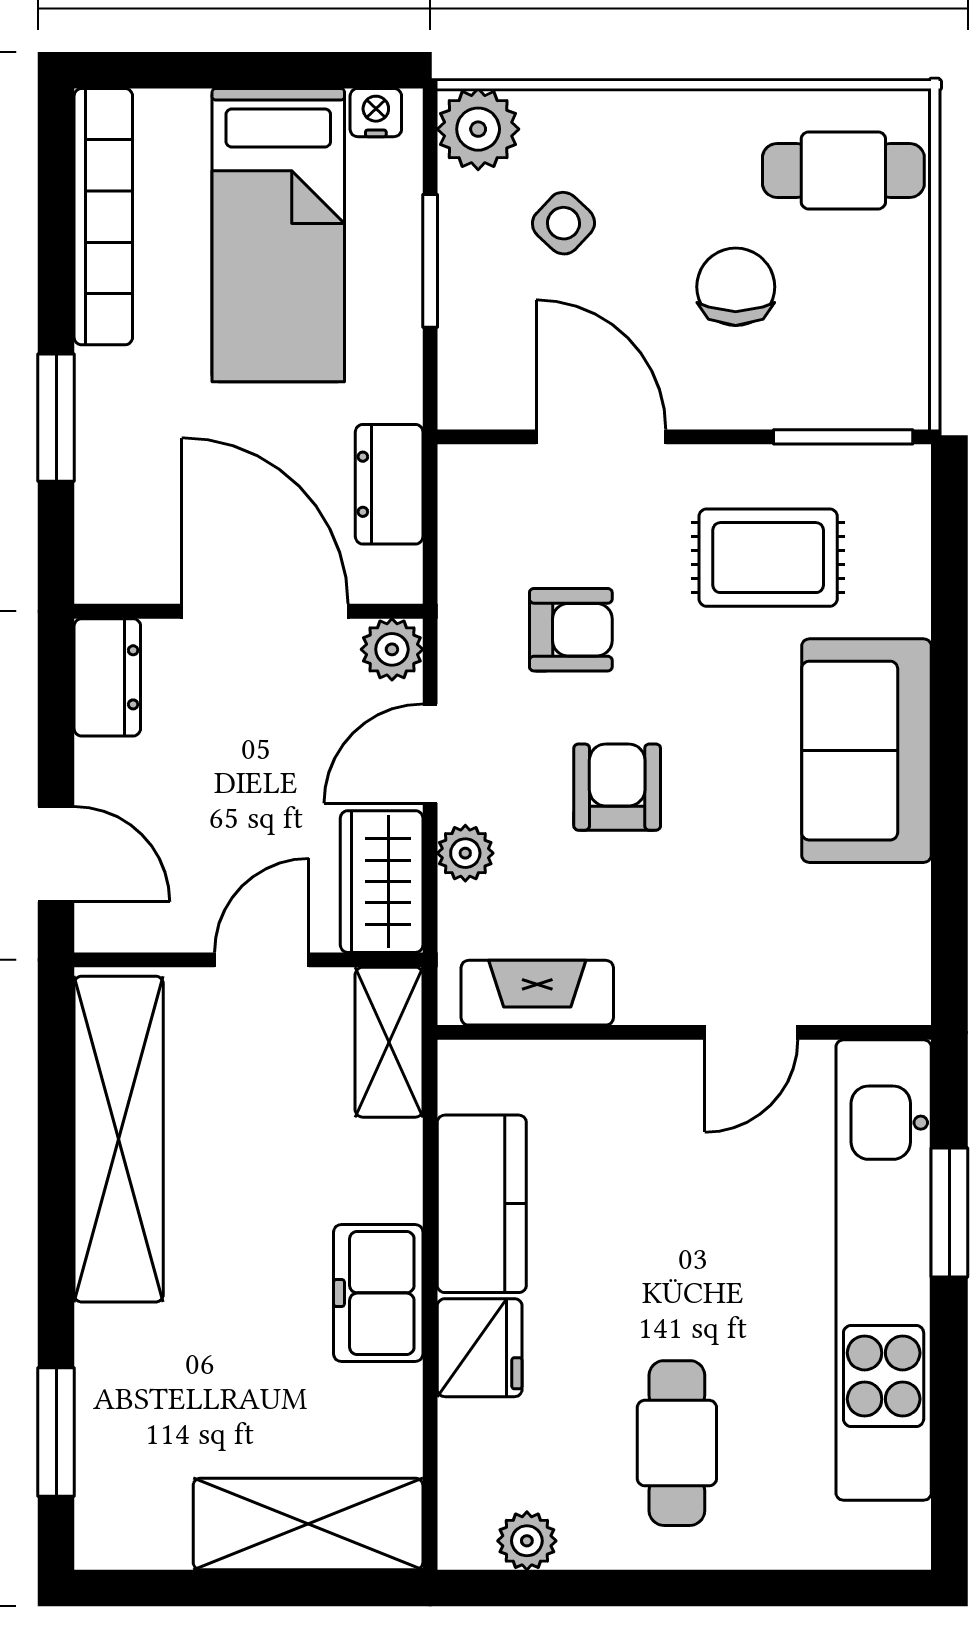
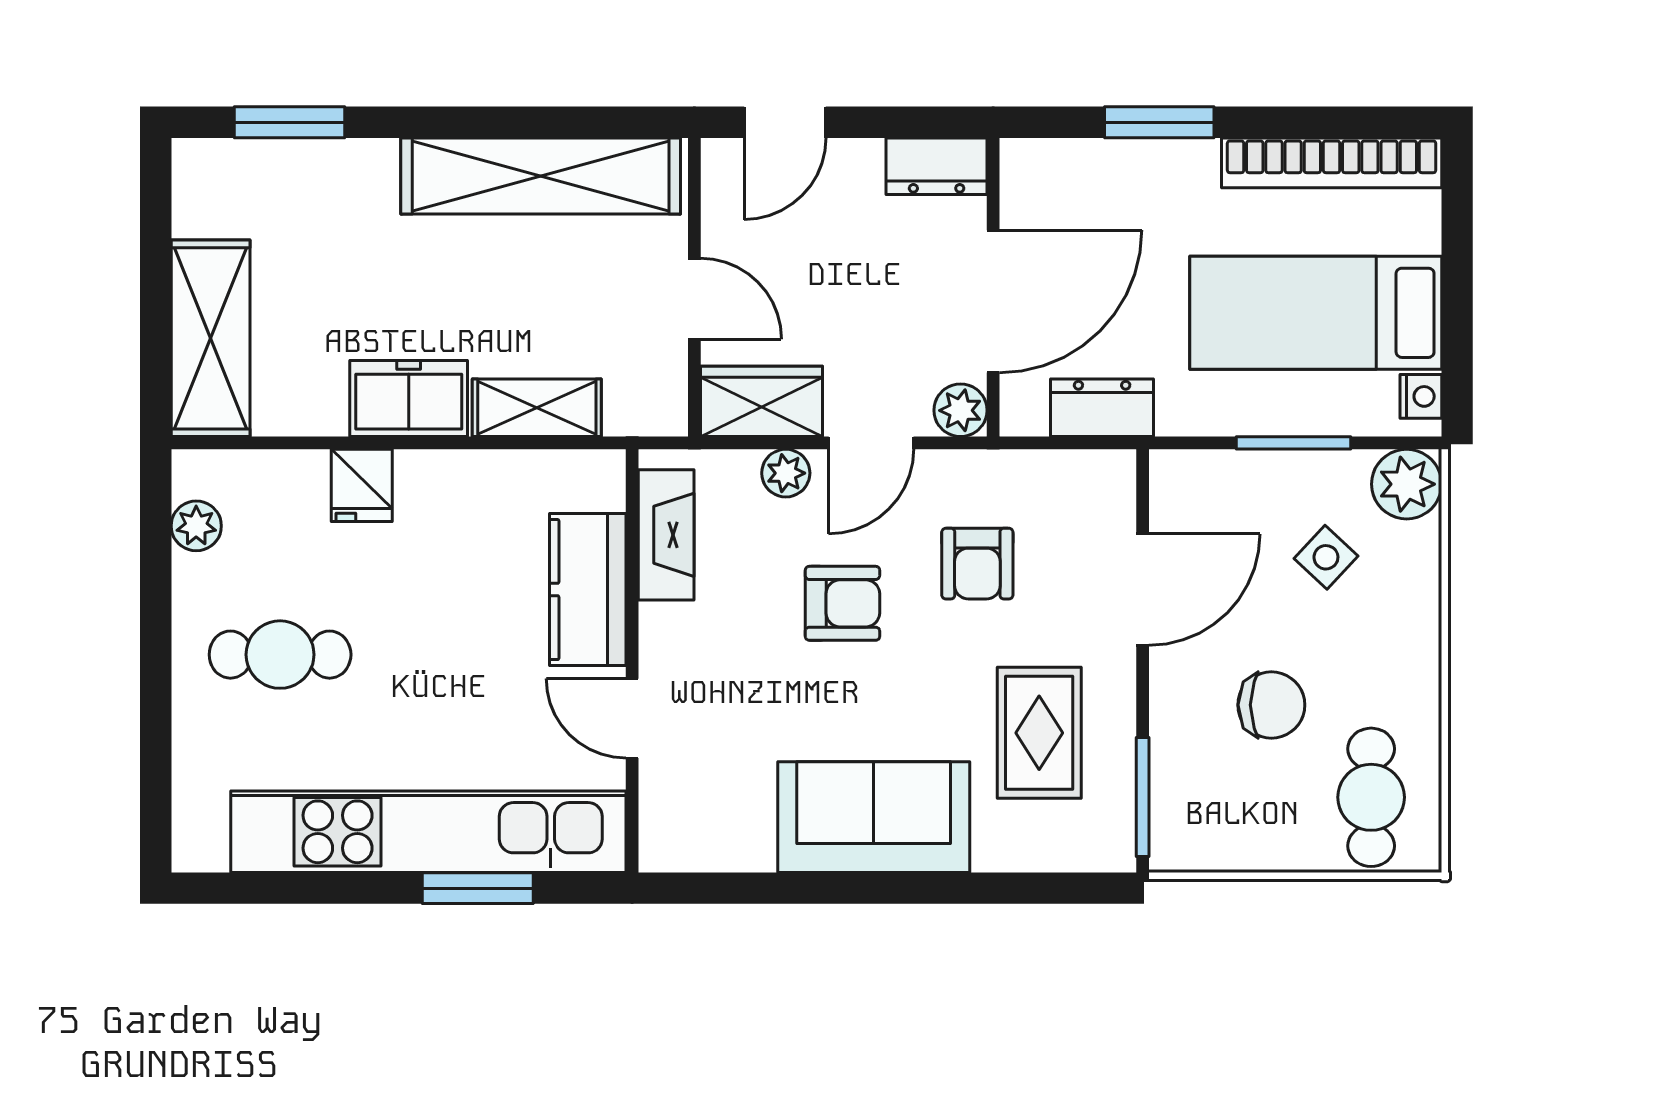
door: (430, 754) -> (871, 443), swing flipped
shelving: (389, 1042) -> (537, 408), moved
kitchen counter: (482, 1204) -> (588, 590), moved, turned 90
fridge: (480, 1348) -> (362, 485), width x0.72

